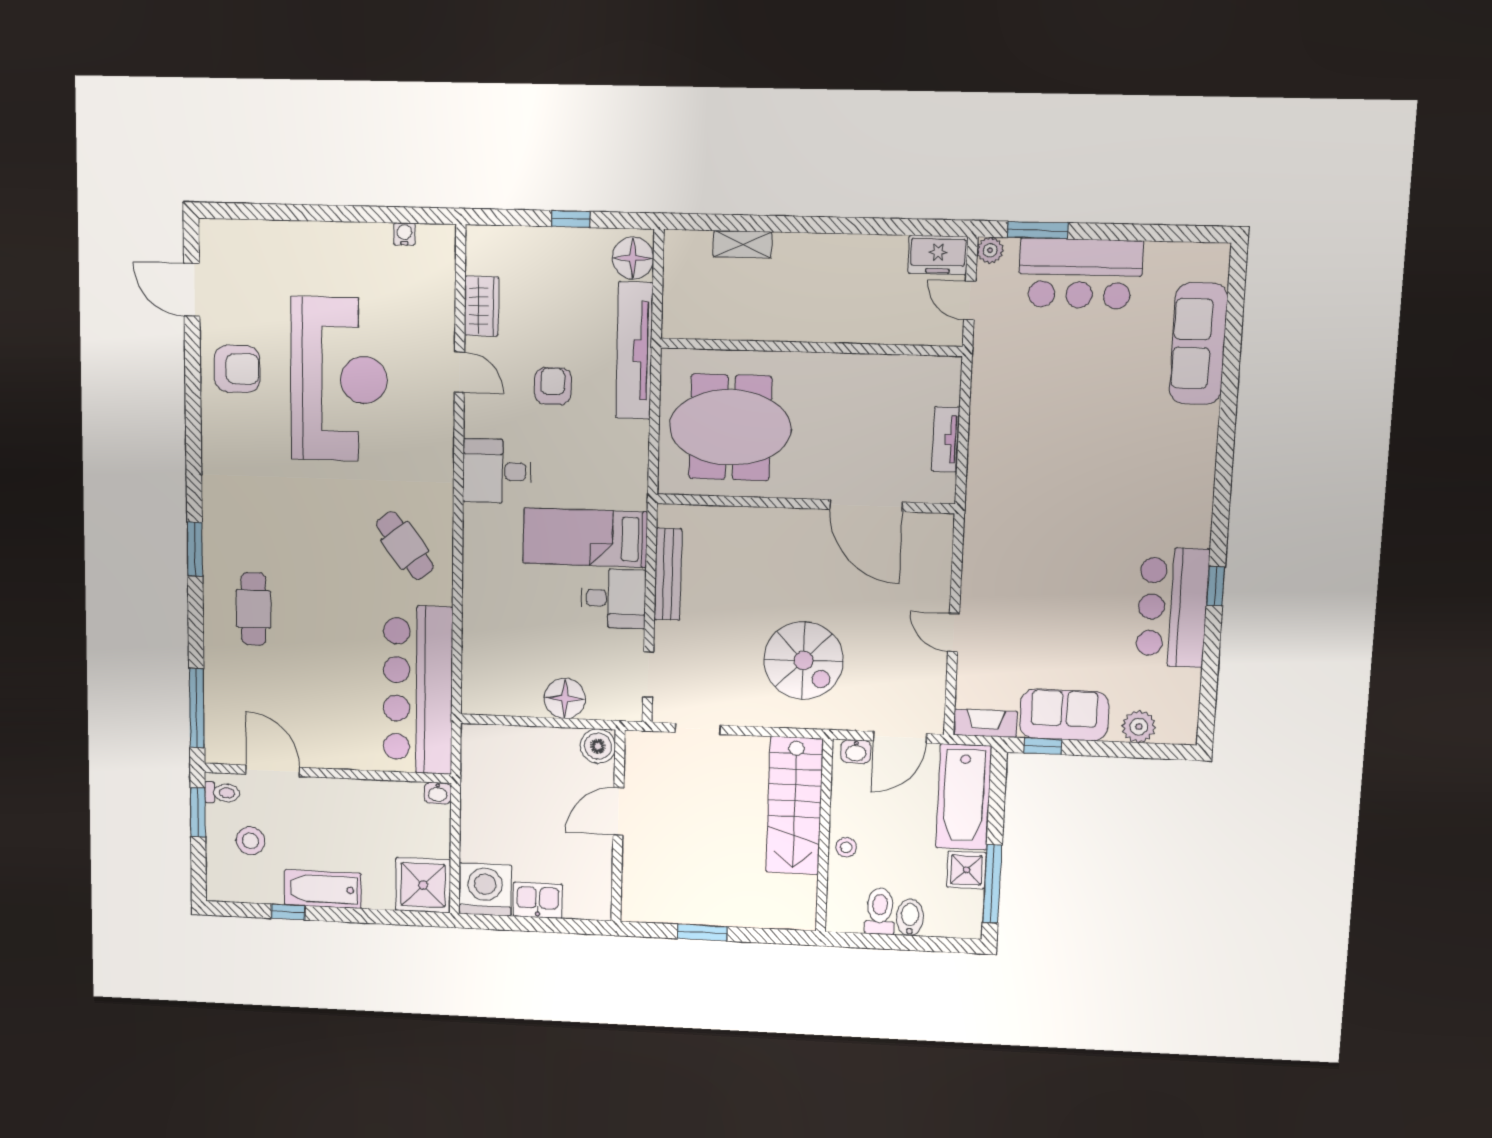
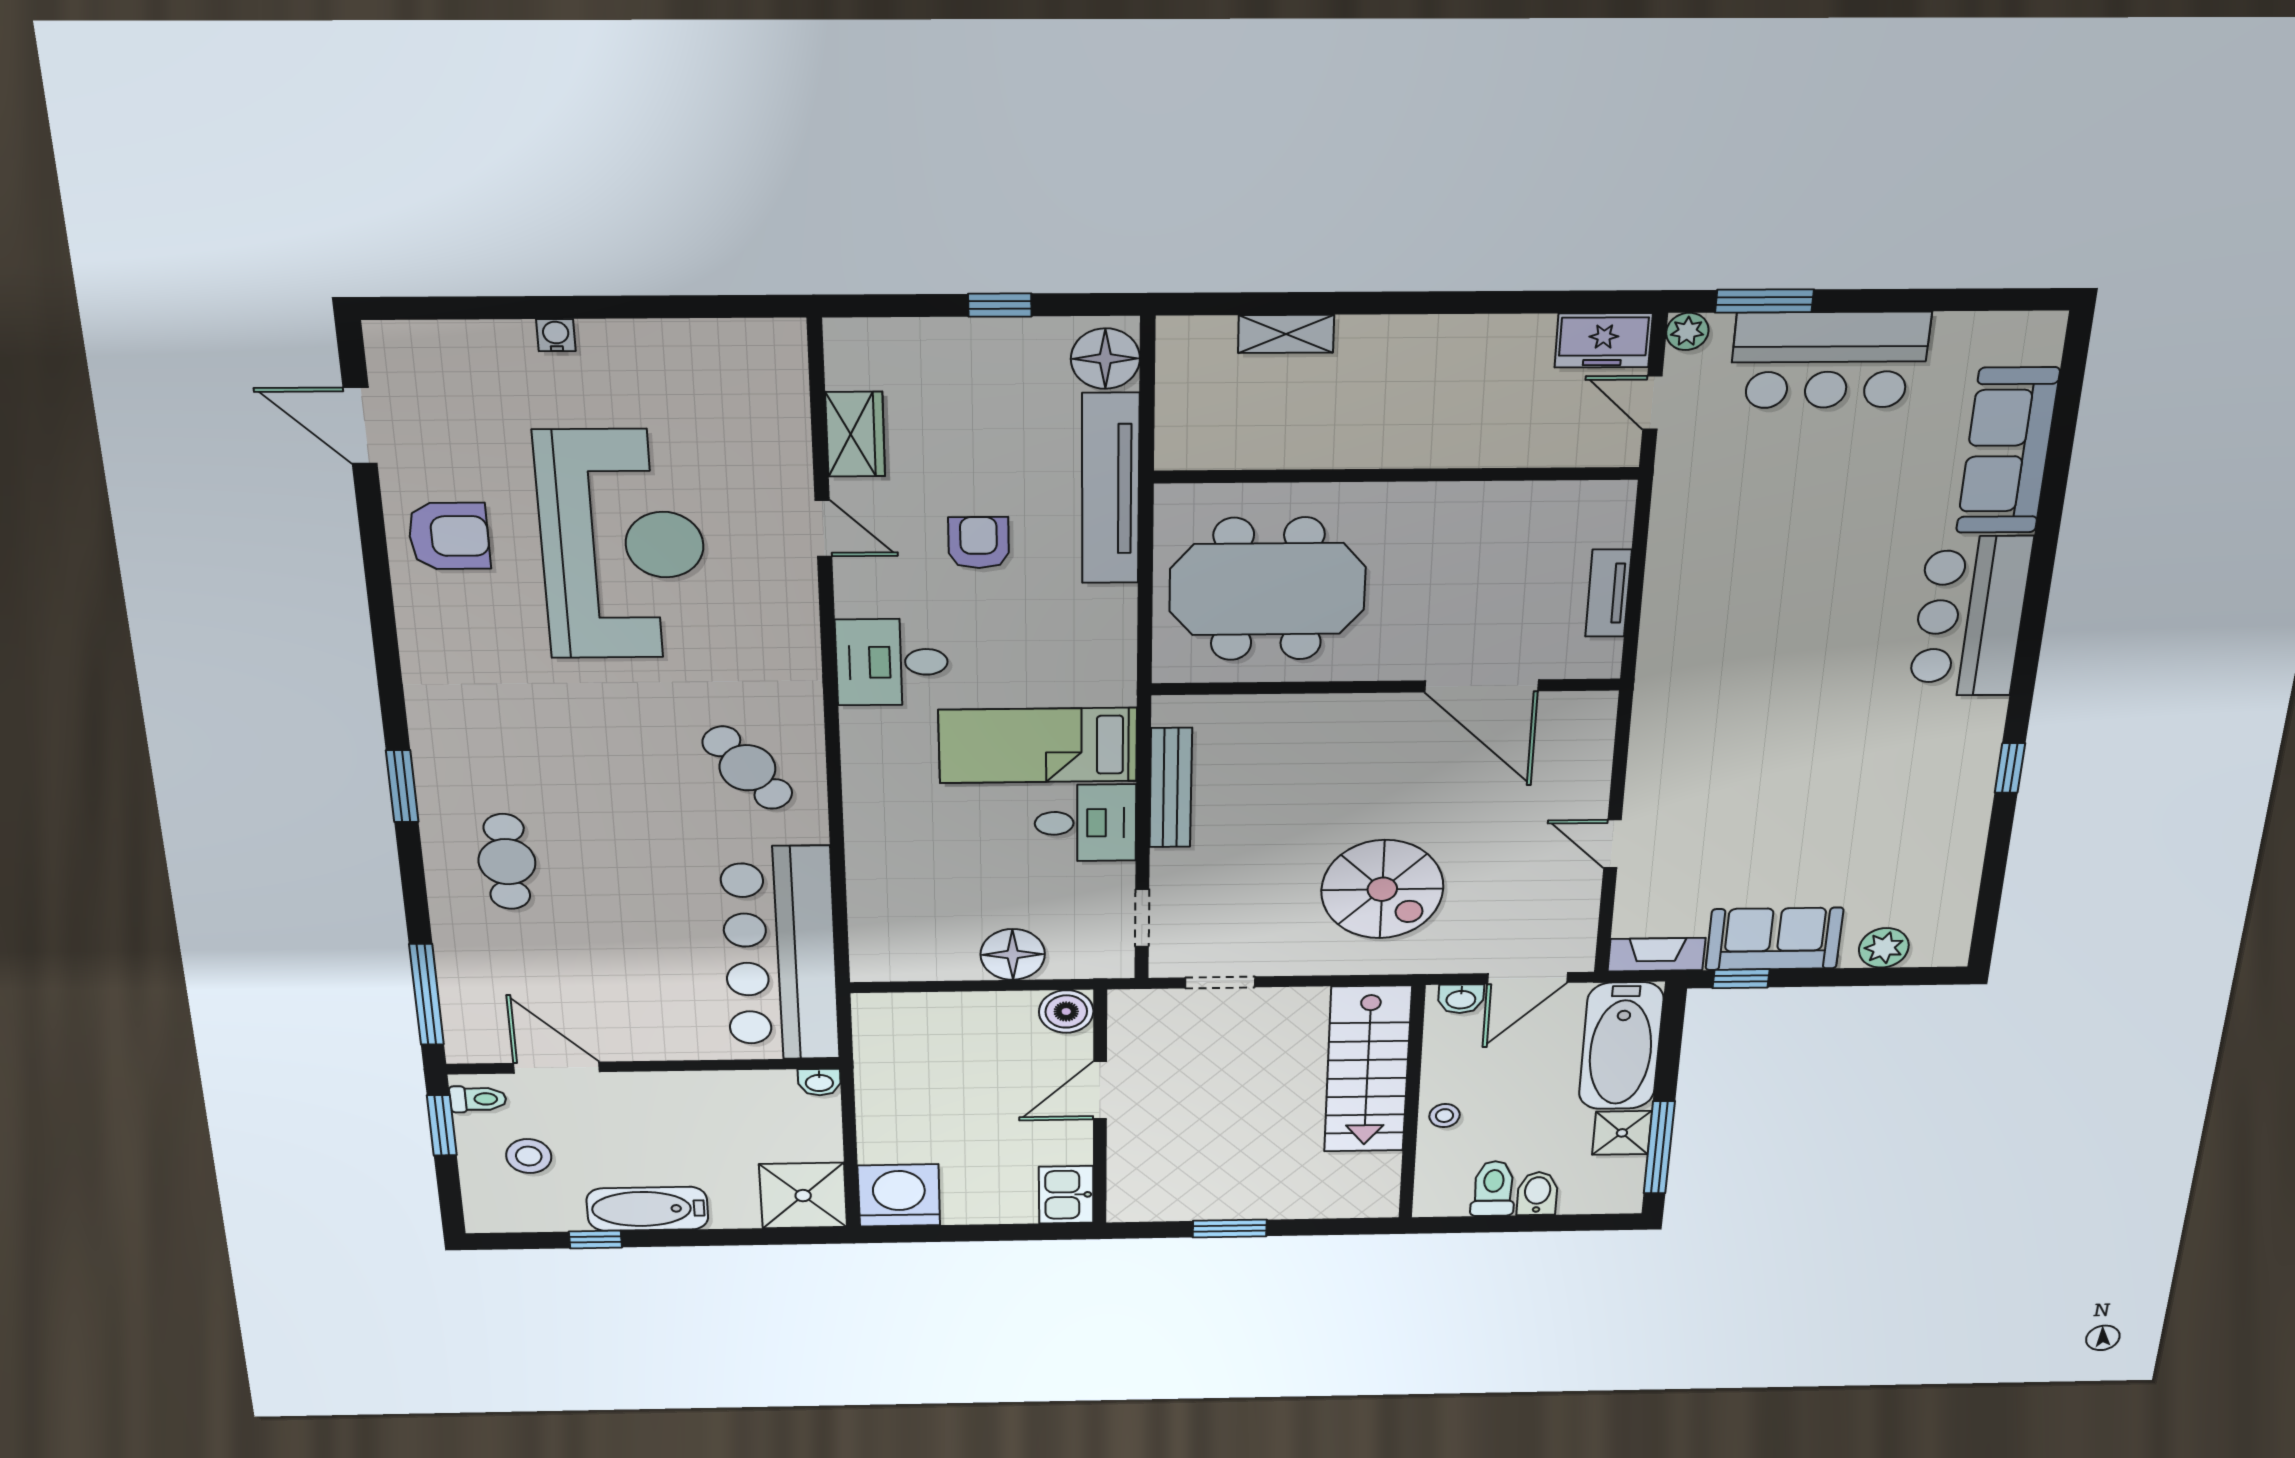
water cooler: (404, 234) -> (556, 335), moved
bar counter: (1172, 607) -> (1970, 617), moved
kitchen sink: (538, 900) -> (1066, 1195), moved, turned -90

